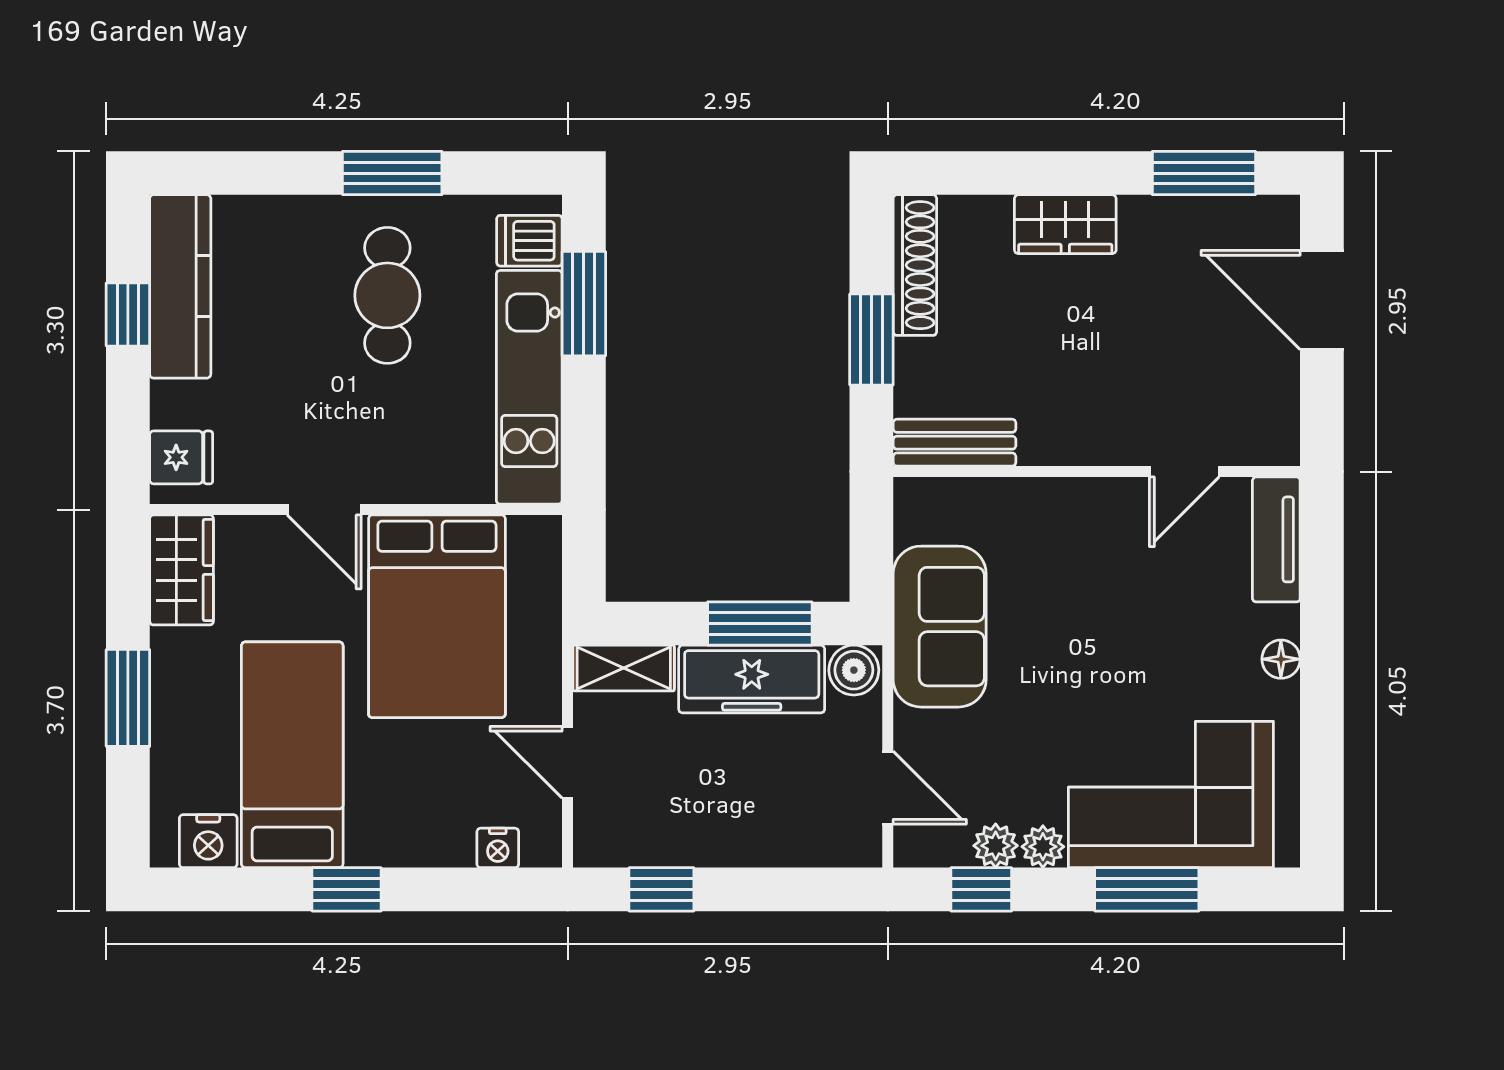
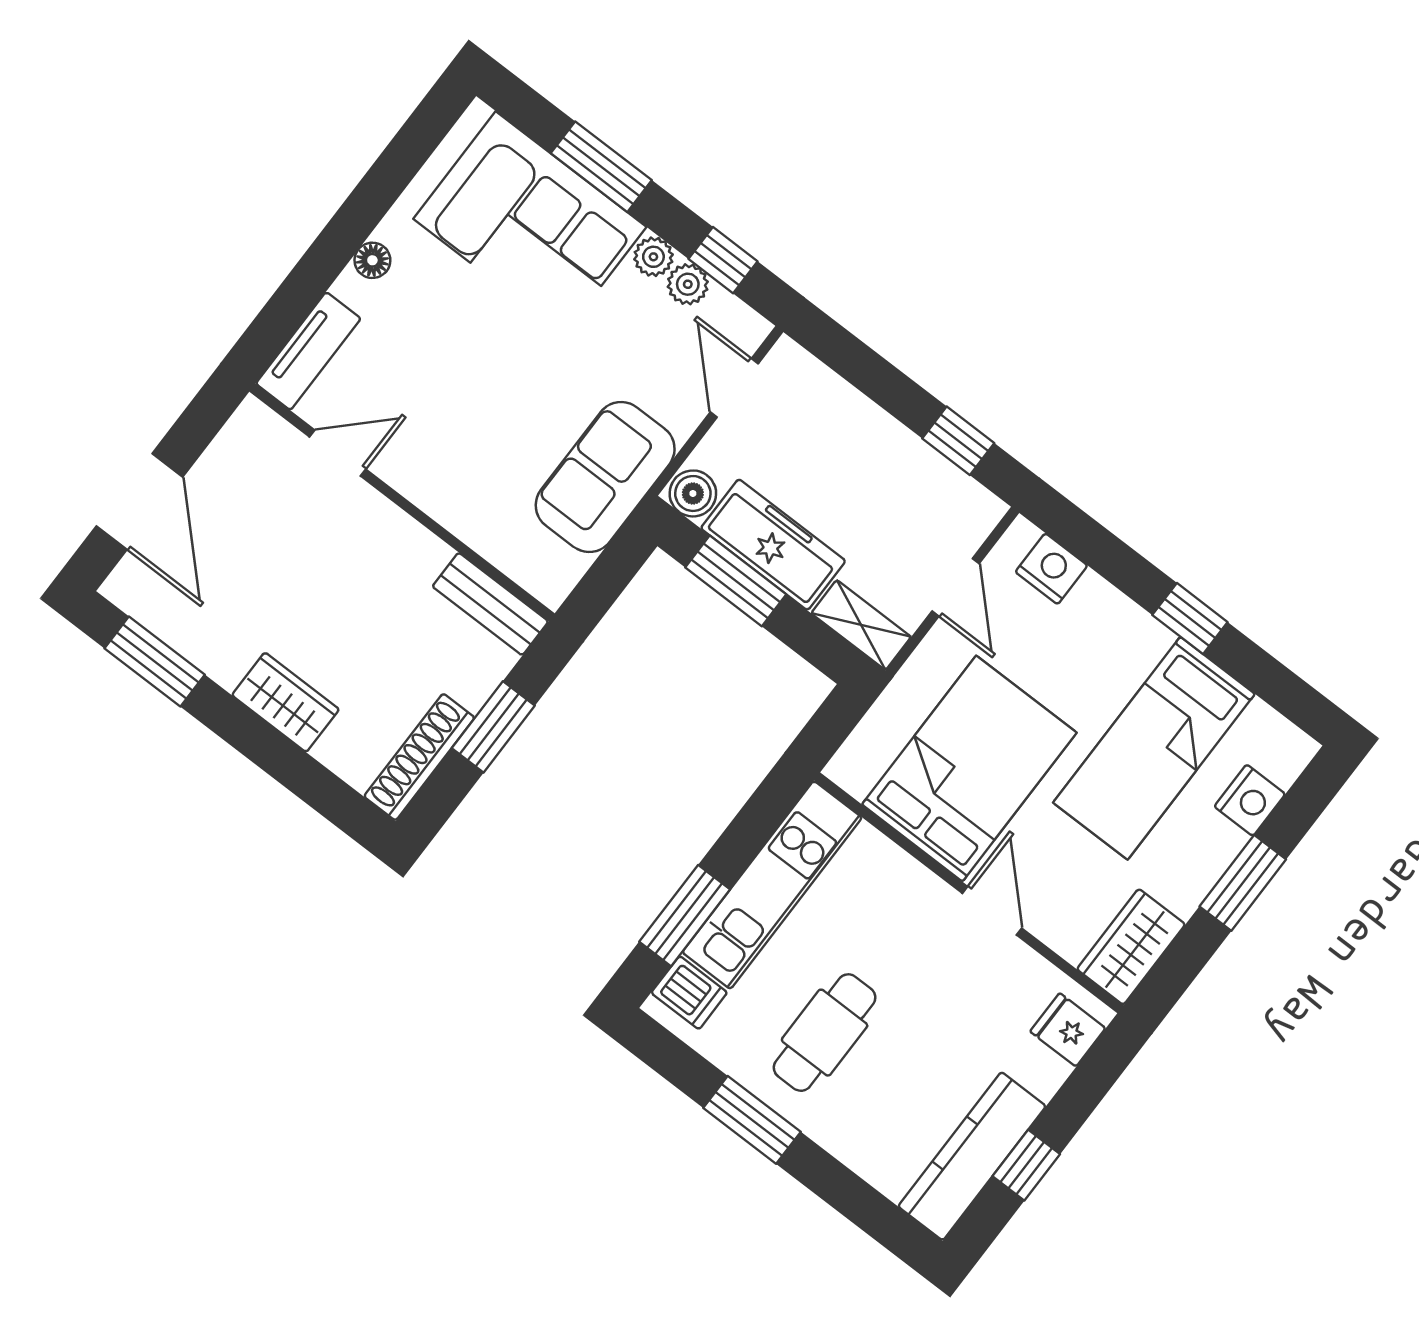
nightstand: (208, 841) -> (1250, 800), moved, turned 90
nightstand: (498, 848) -> (1051, 569), width x1.39, depth x1.35

